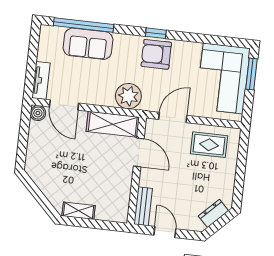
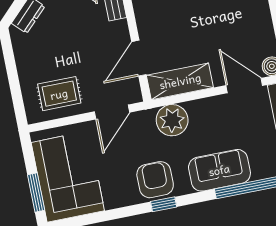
sofa: (88, 44) -> (219, 170), moved
armchair: (156, 54) -> (155, 180), turned -90
door: (139, 152) -> (139, 58), hinge flipped

